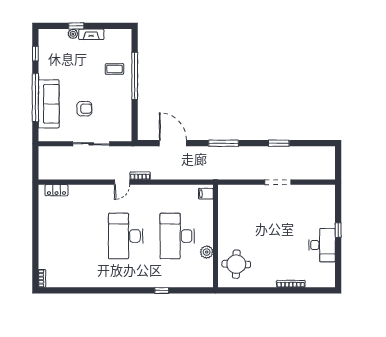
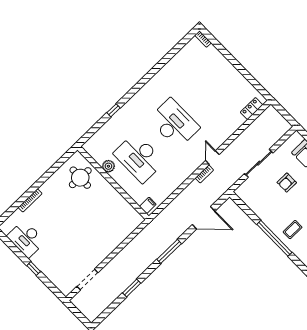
doorway: (278, 182) -> (87, 279), moved
desk: (177, 236) -> (139, 158), turned 180
desk: (322, 245) -> (26, 239), moved

